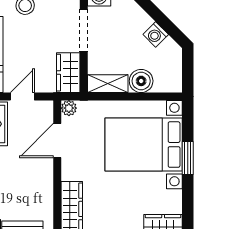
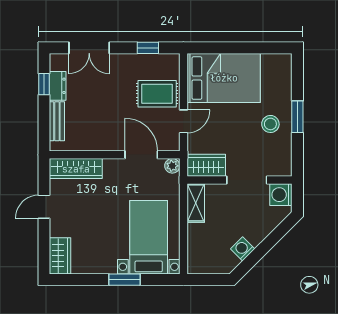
boiler: (141, 81) -> (198, 235), removed
door: (22, 96) -> (183, 121), hinge flipped
bed with nightstands: (144, 145) -> (149, 237), width x0.73

